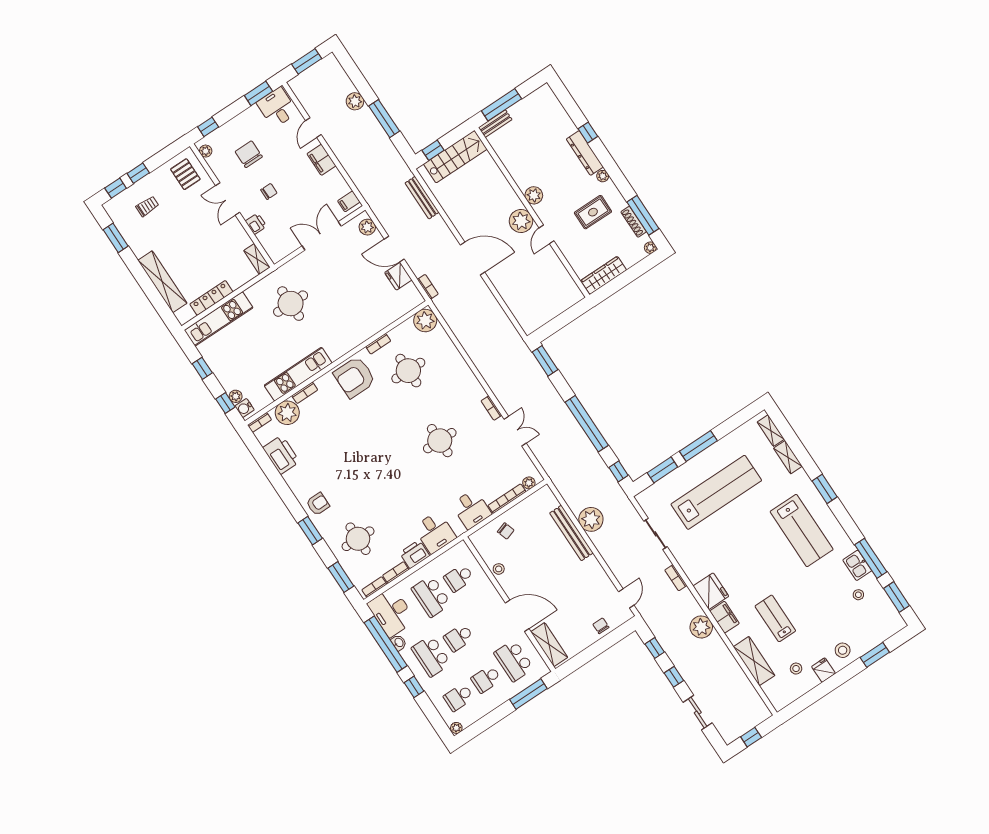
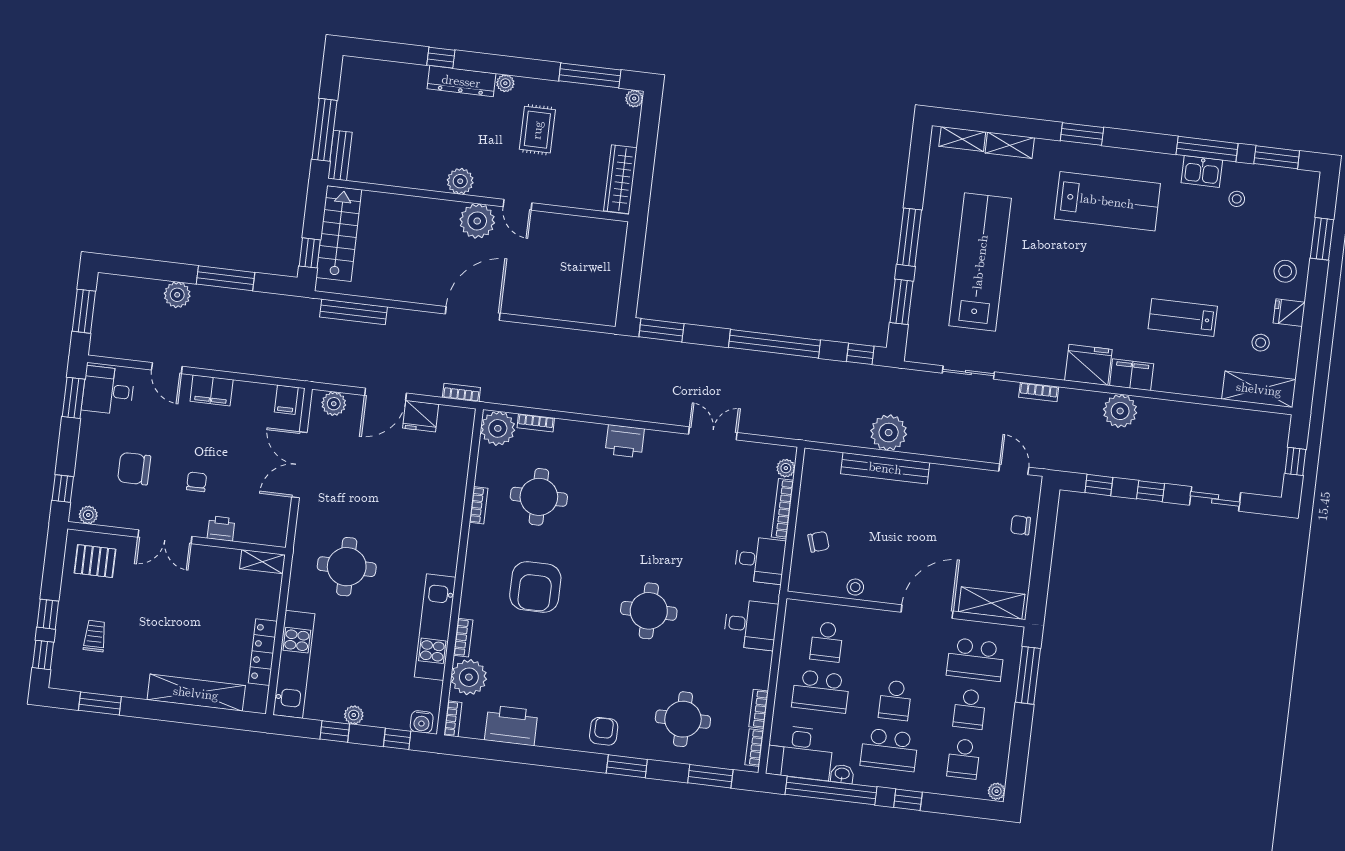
shoe rack: (634, 222) -> (588, 92), removed
armchair: (355, 377) -> (535, 587), moved
plant: (236, 396) -> (354, 715), moved
bookcase: (491, 408) -> (536, 423), moved
round table: (440, 441) -> (649, 611), moved
printer: (415, 554) -> (625, 441), moved, turned -90
shelving: (754, 661) -> (1259, 389), moved

